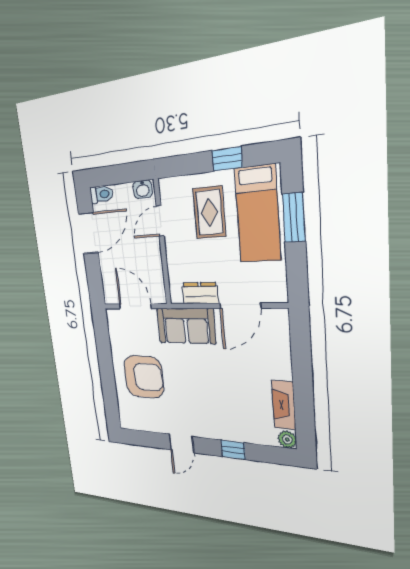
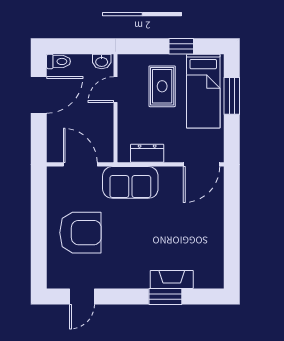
door: (240, 306) -> (201, 164), moved
fireplace: (284, 405) -> (172, 279), moved, turned 90
plant: (287, 439) -> (216, 281), removed
door: (181, 443) -> (82, 296), moved
window: (233, 450) -> (165, 296), width x1.50

